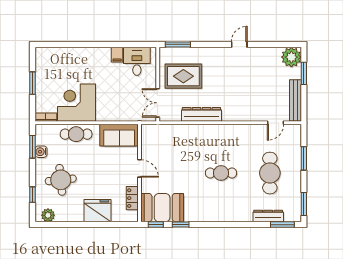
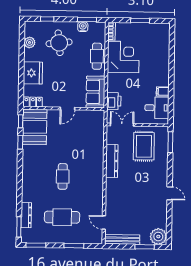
printer: (130, 113) -> (114, 101), added
locker: (132, 198) -> (33, 102), moved
plant: (48, 215) -> (30, 42), moved

